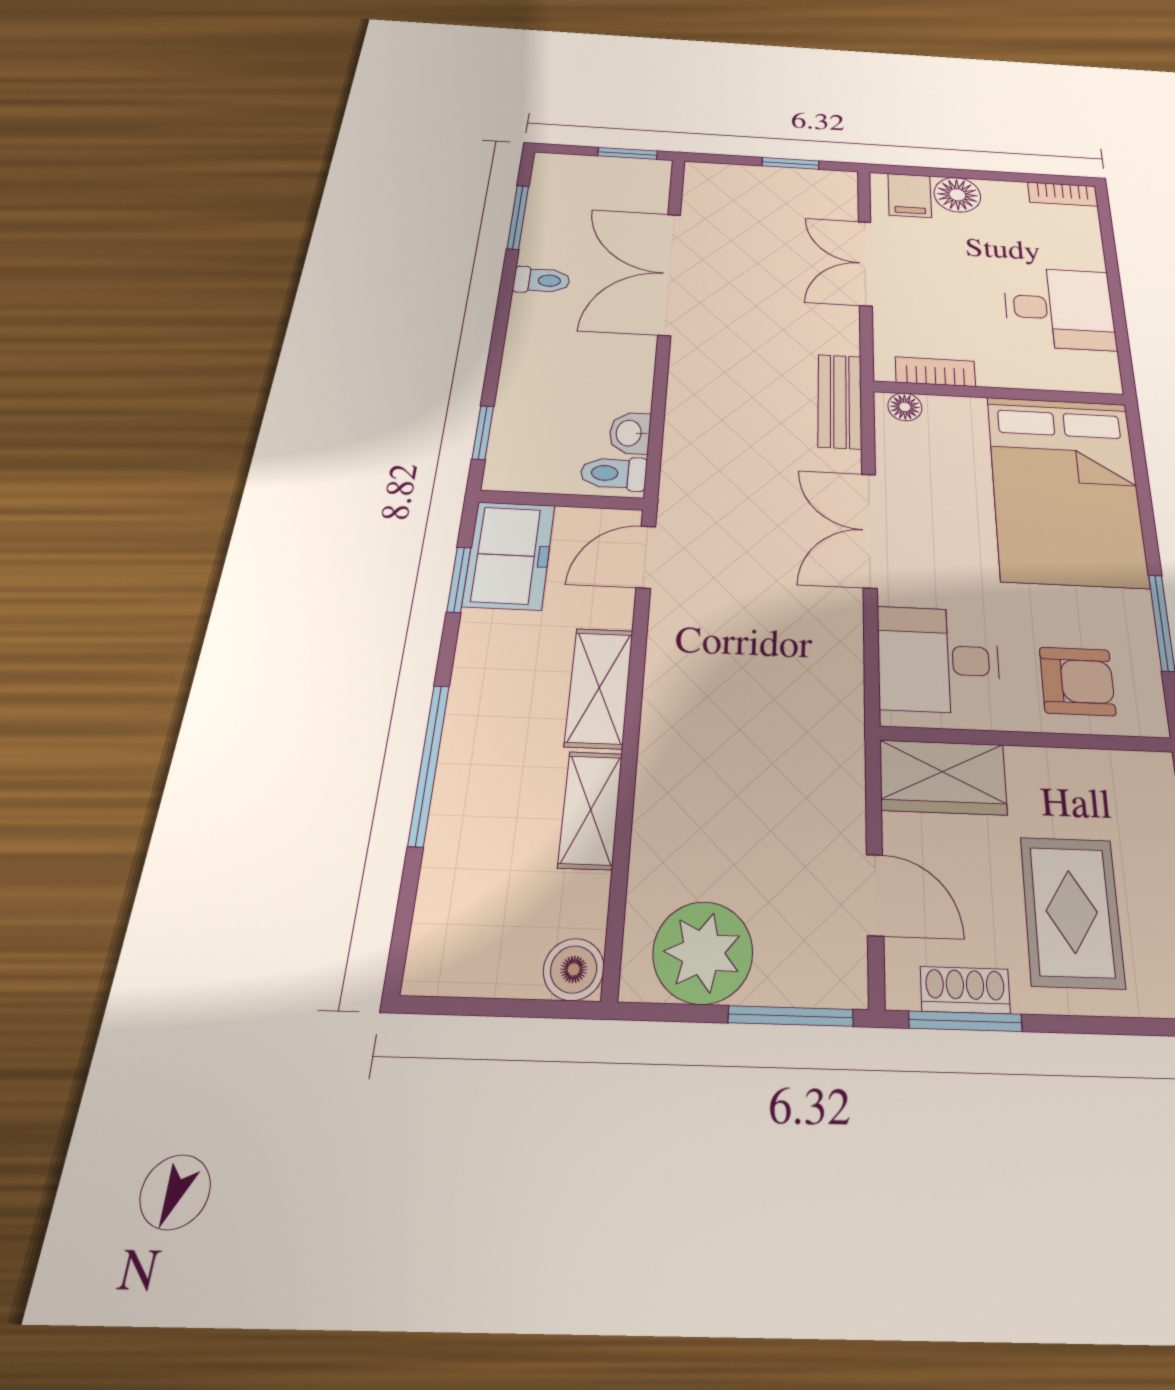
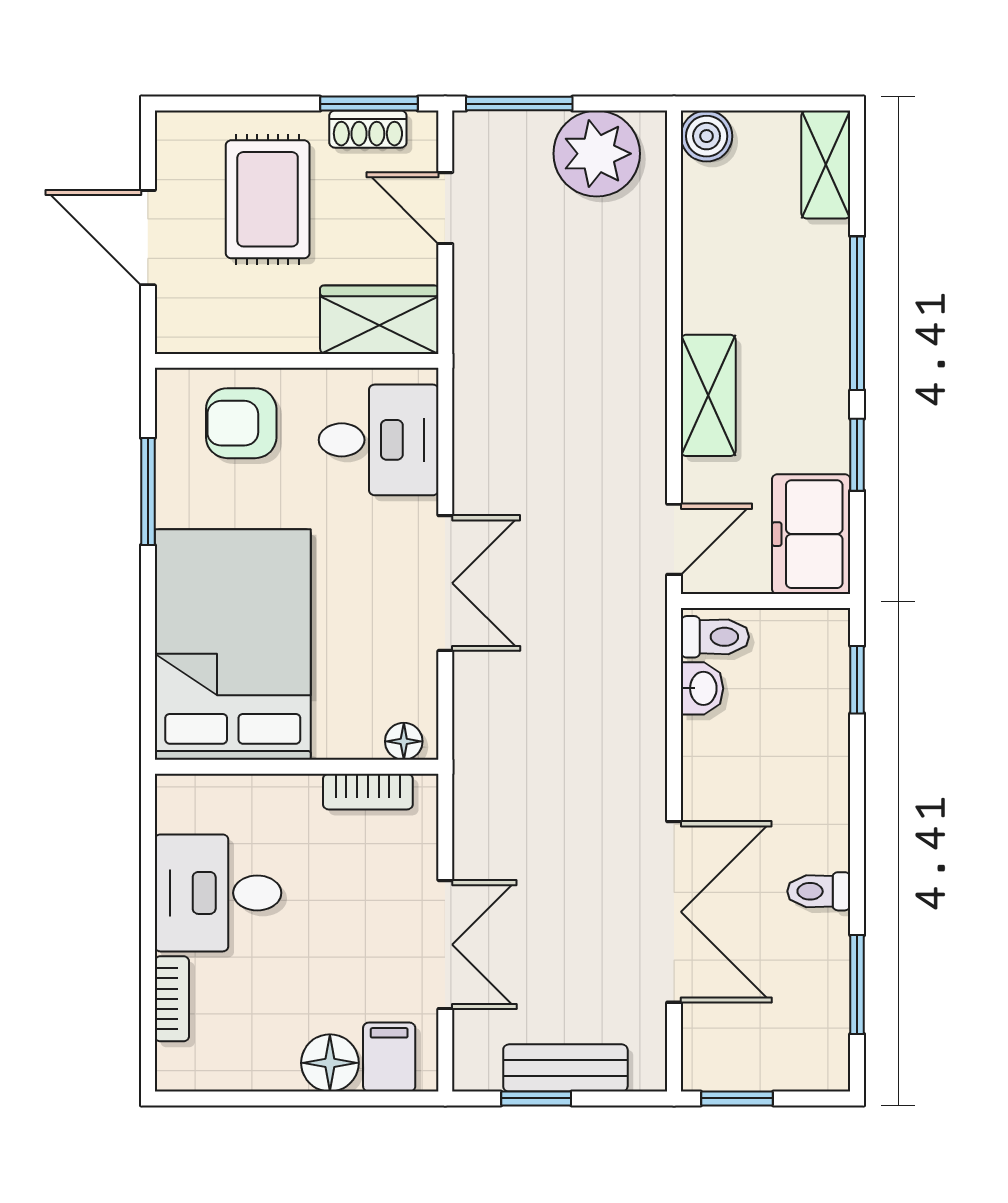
bookcase: (1063, 194) -> (172, 999), moved, turned 90
bench: (840, 401) -> (565, 1068), moved, turned 90
window: (459, 580) -> (857, 455), moved
shelving: (591, 810) -> (826, 165), moved

